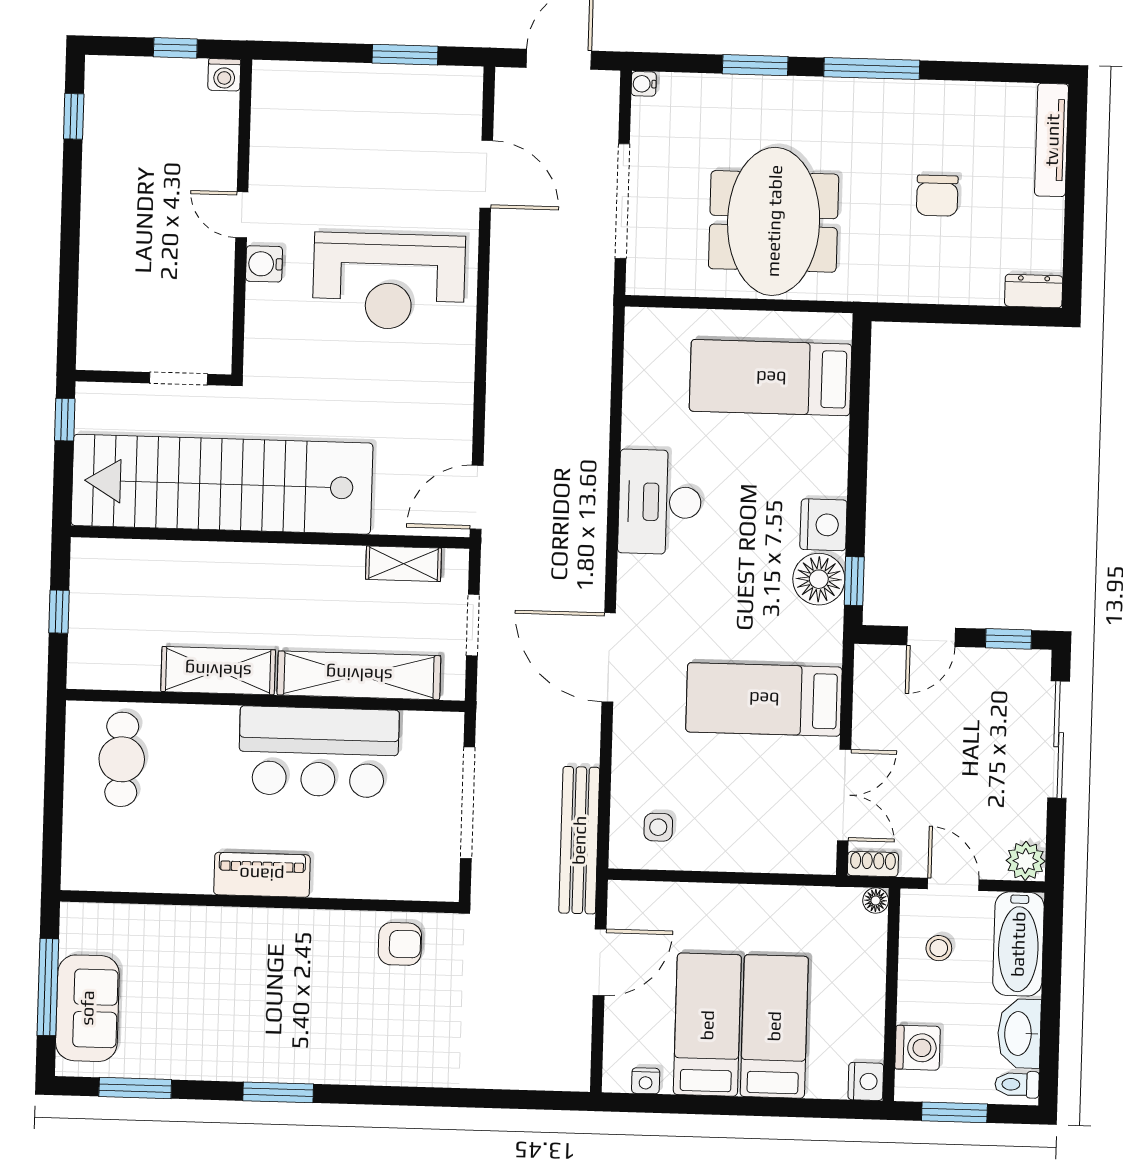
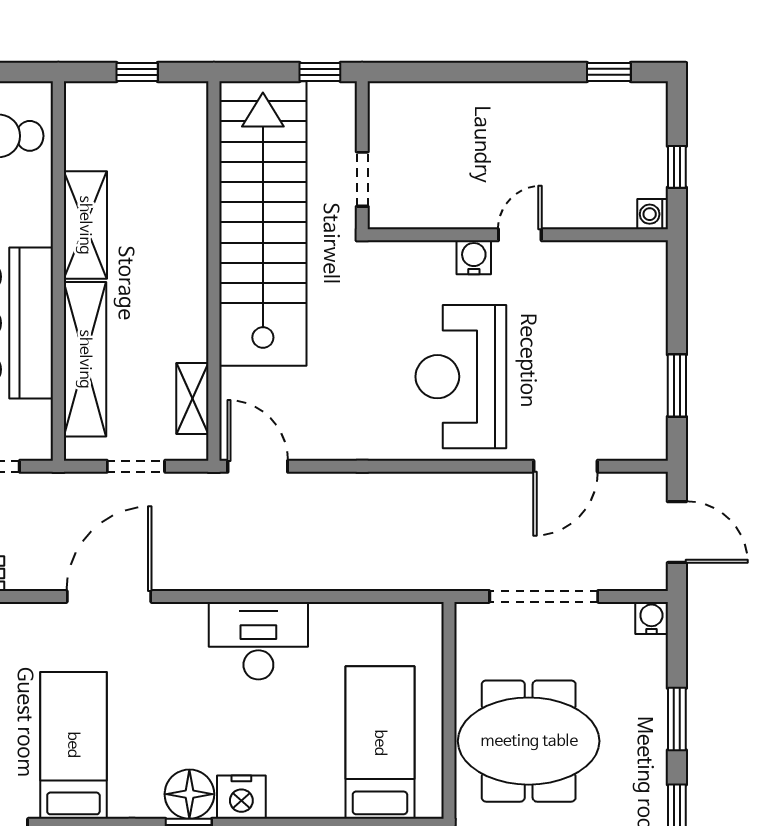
water cooler: (644, 84) -> (651, 618), width x1.38, depth x1.38

